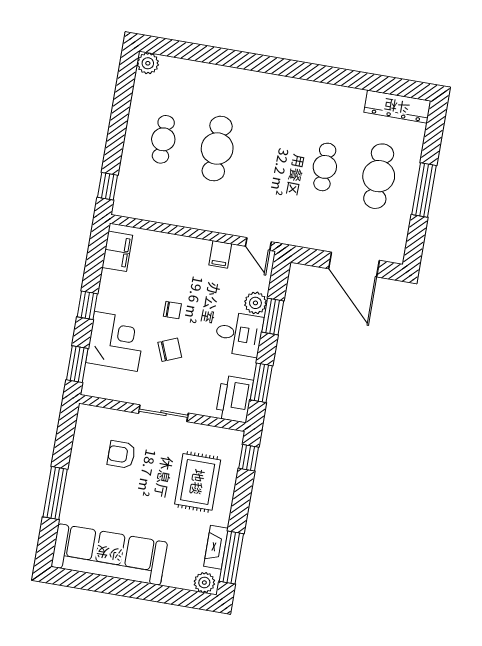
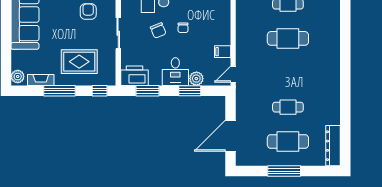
window: (231, 558) -> (59, 91), moved

